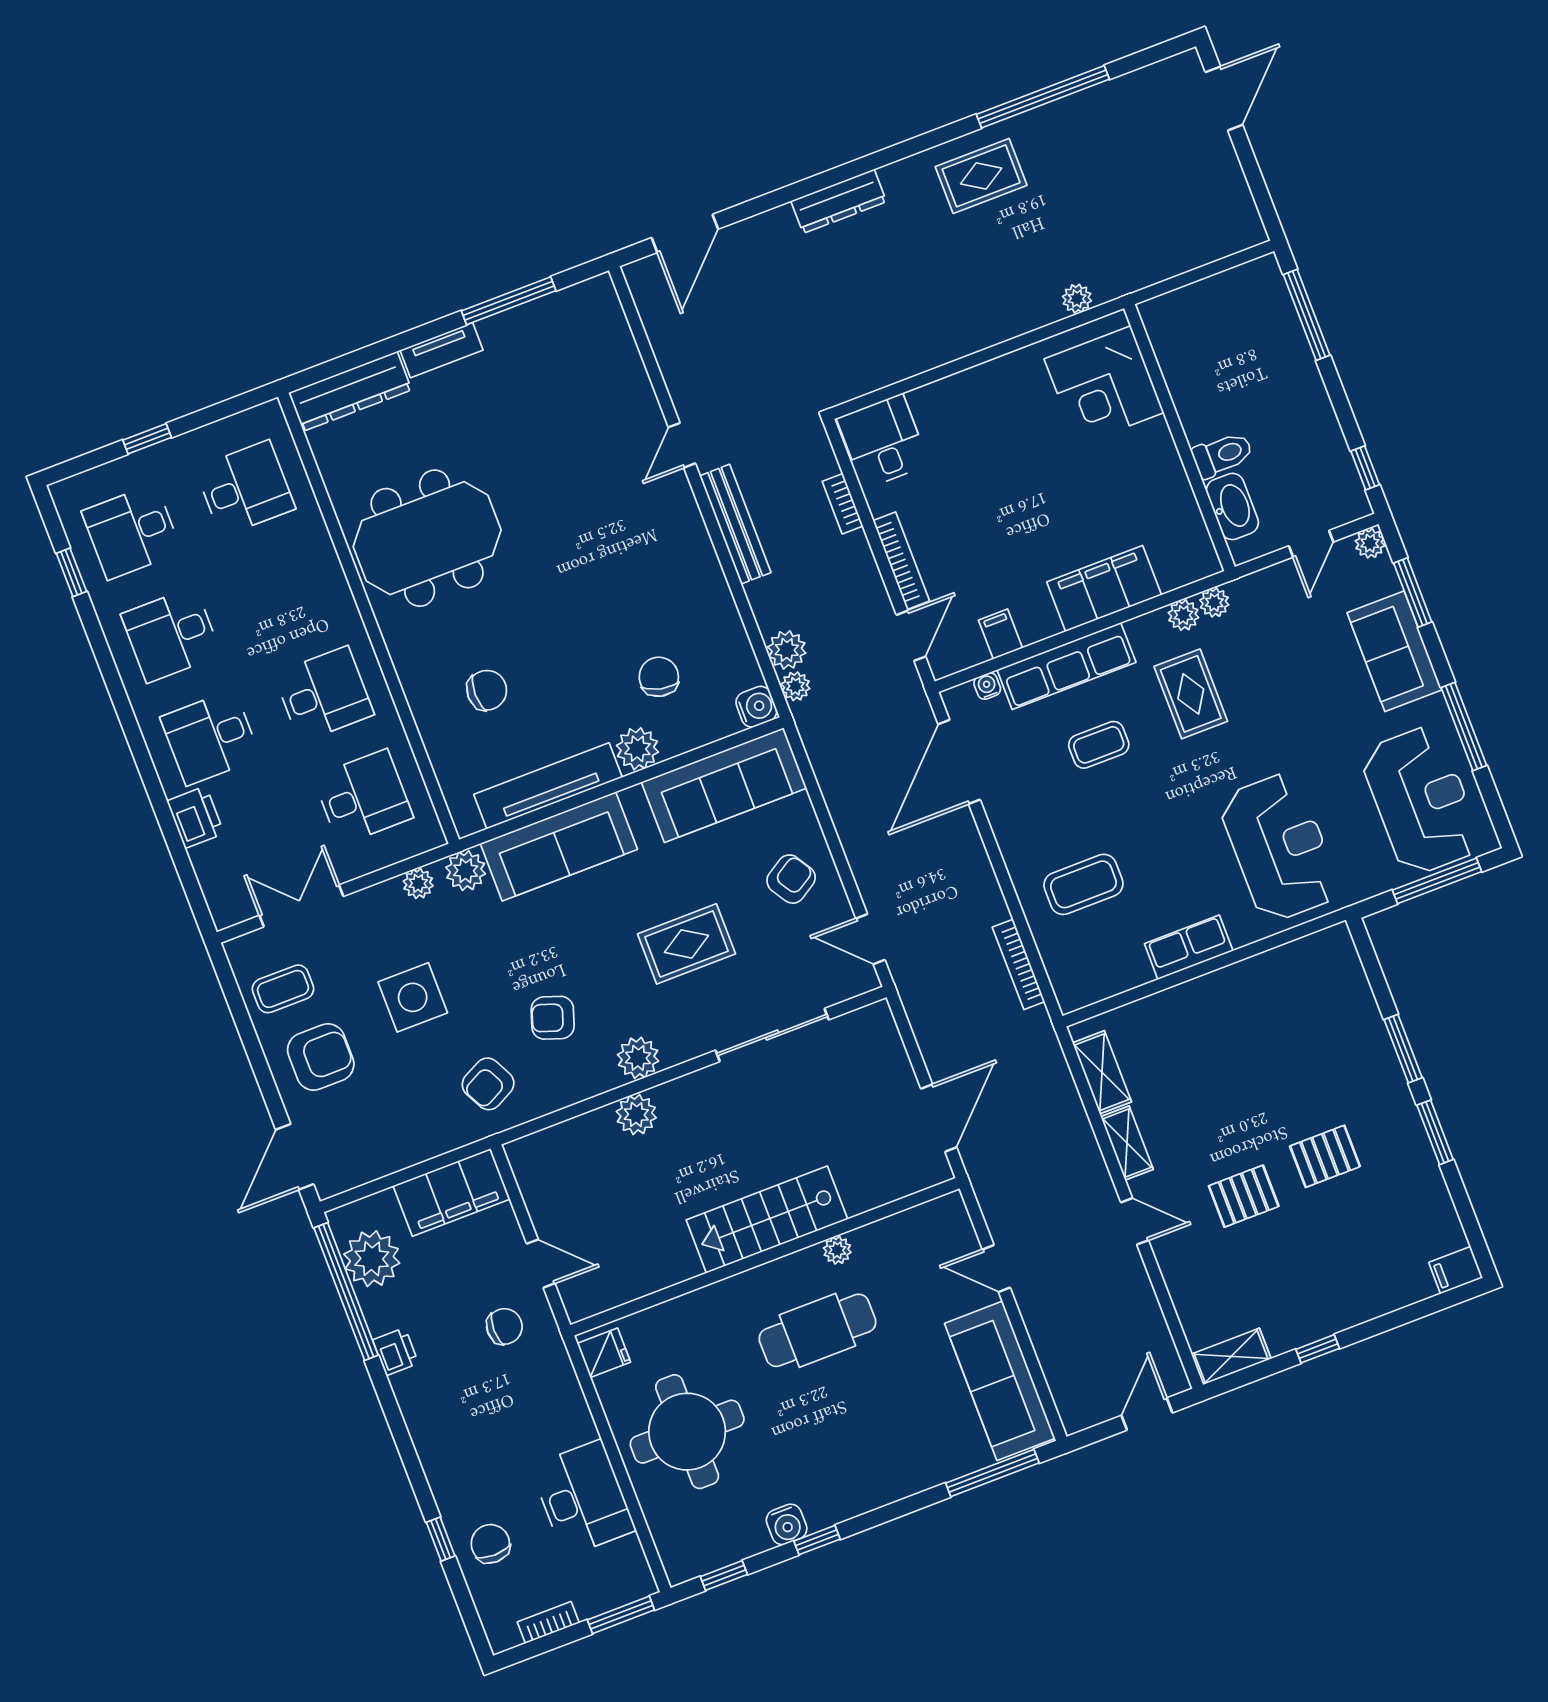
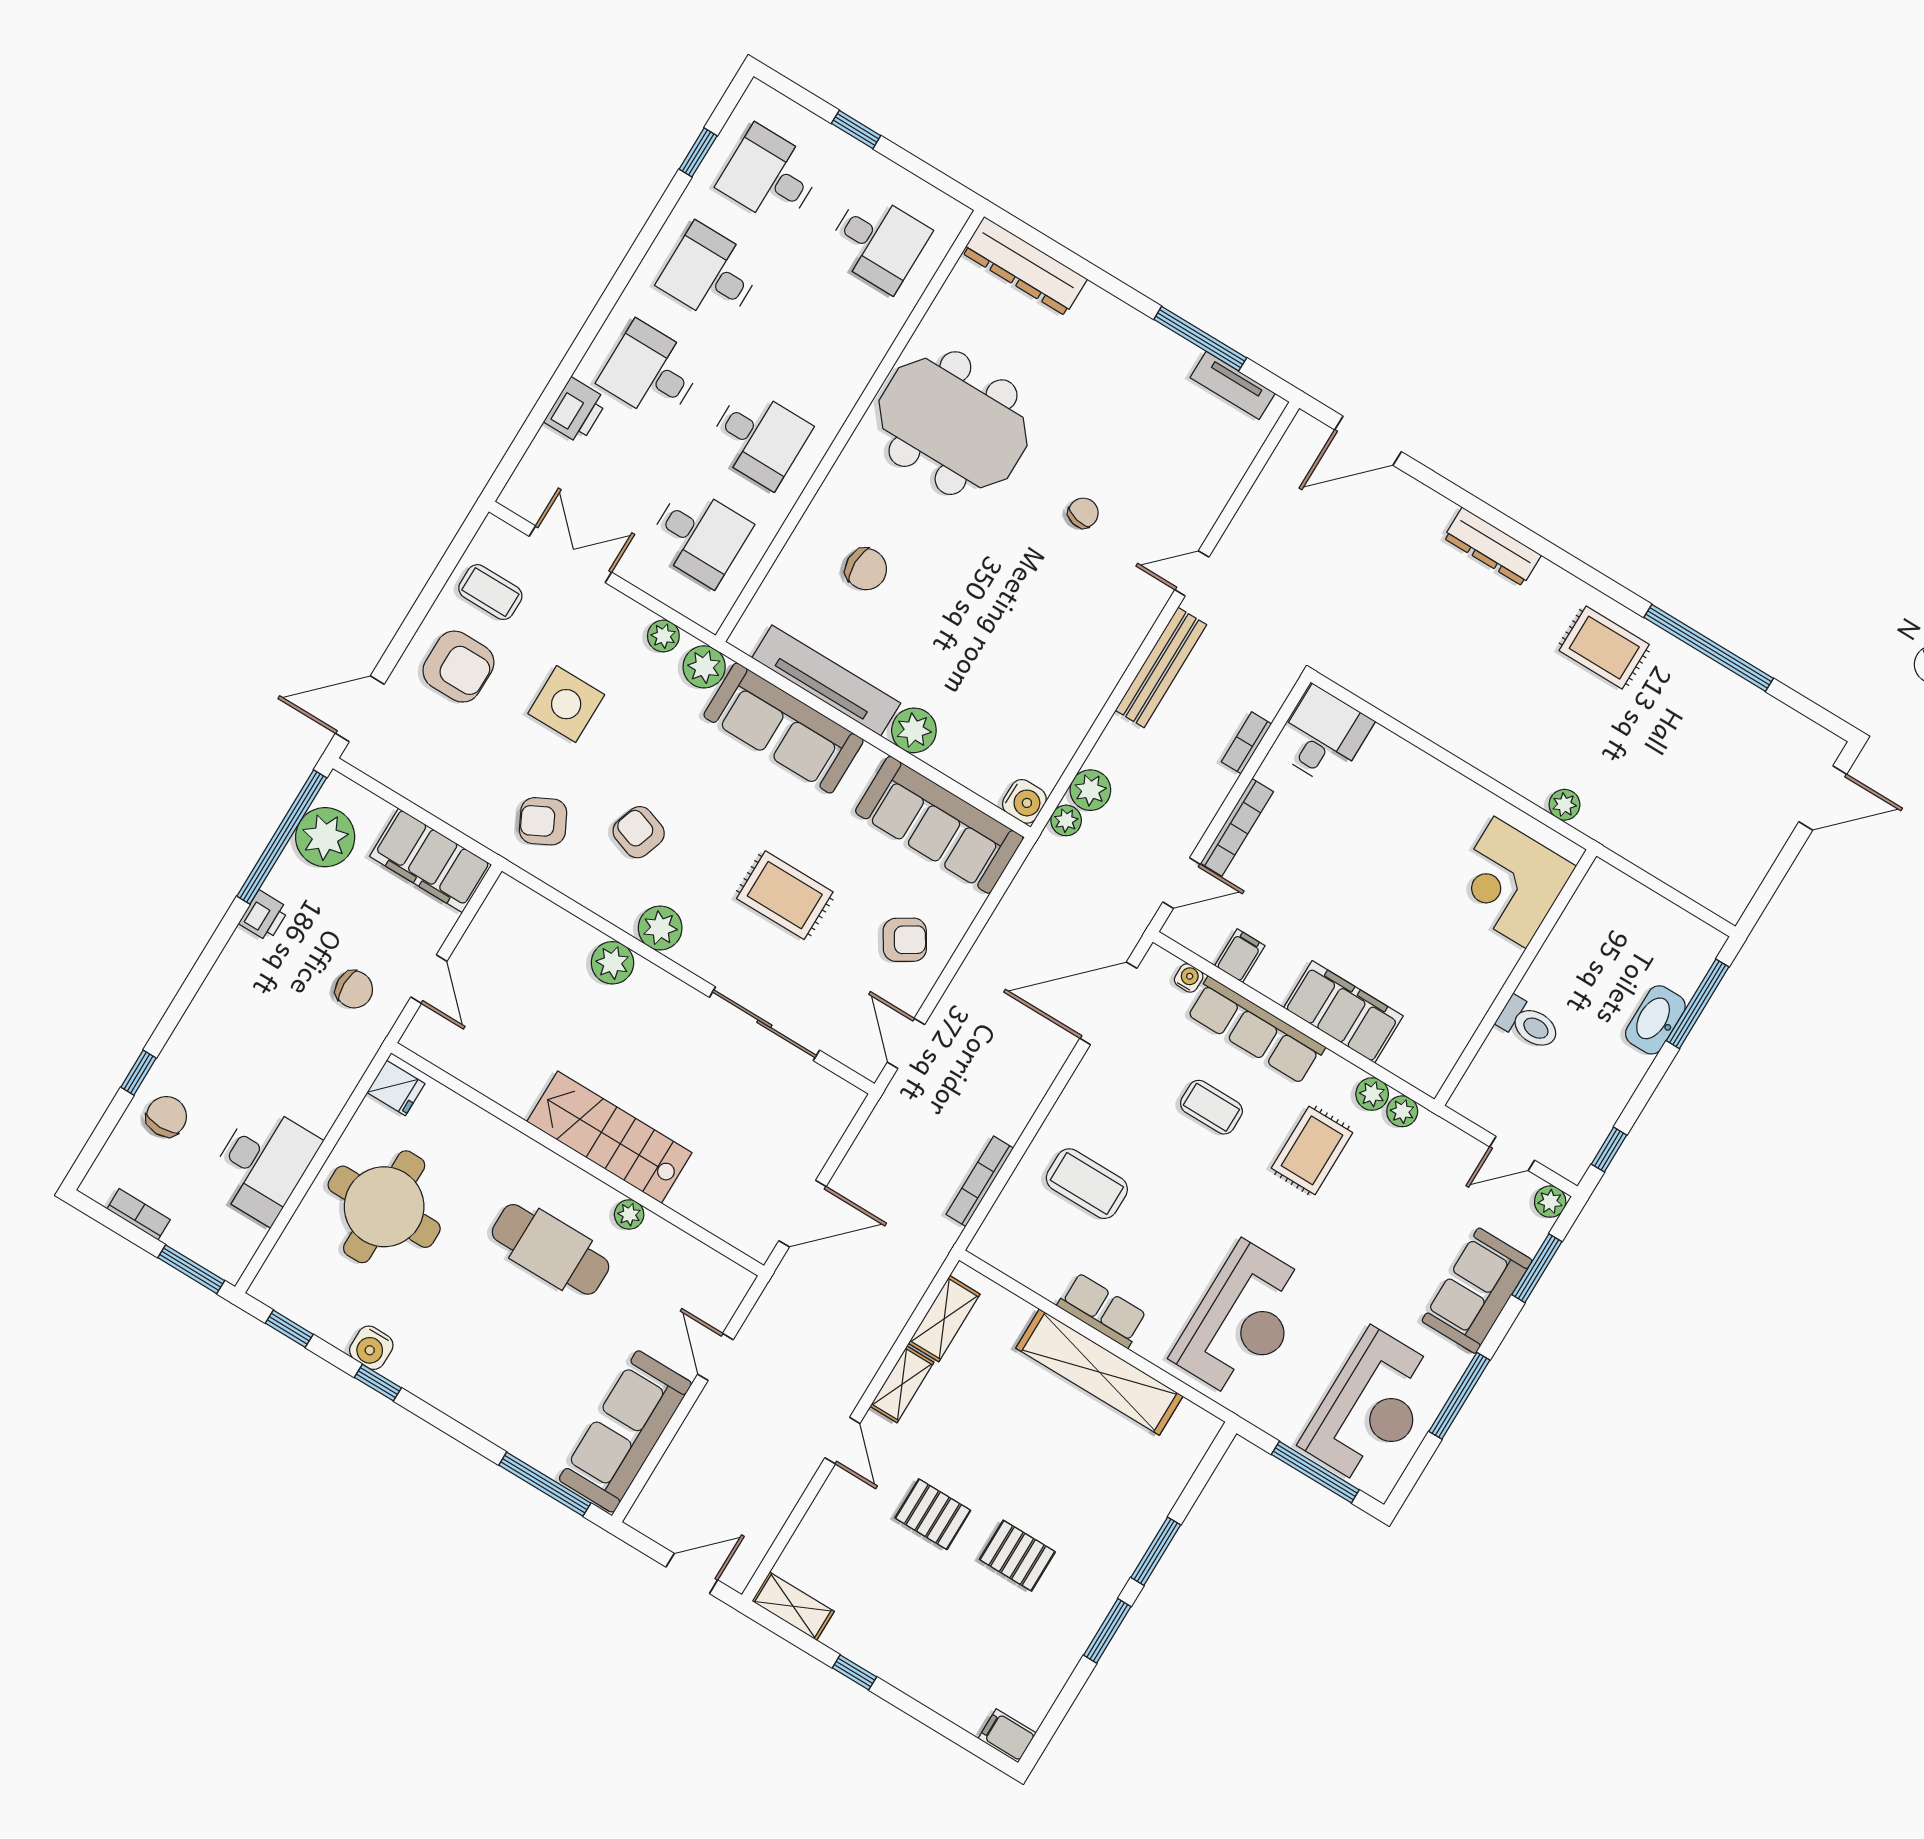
tv unit: (442, 350) -> (1233, 385), moved
washbasin: (1232, 506) -> (1655, 1020), moved, turned 180
chair: (659, 677) -> (1083, 513), moved, width x0.73, depth x0.73
shelving: (1234, 986) -> (1099, 1372), added

